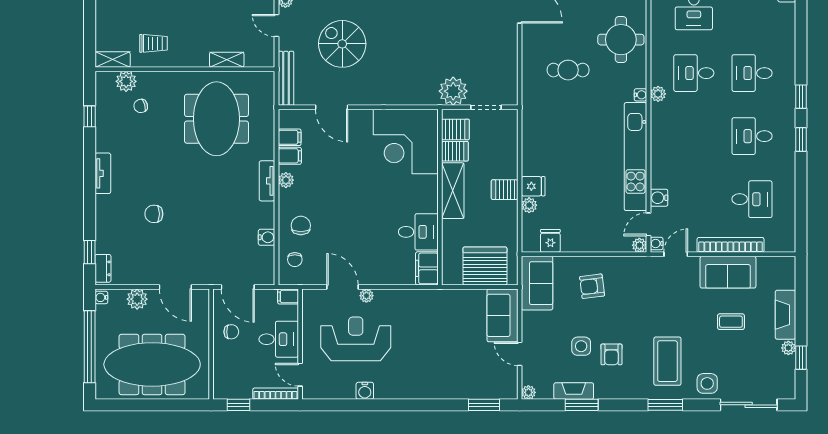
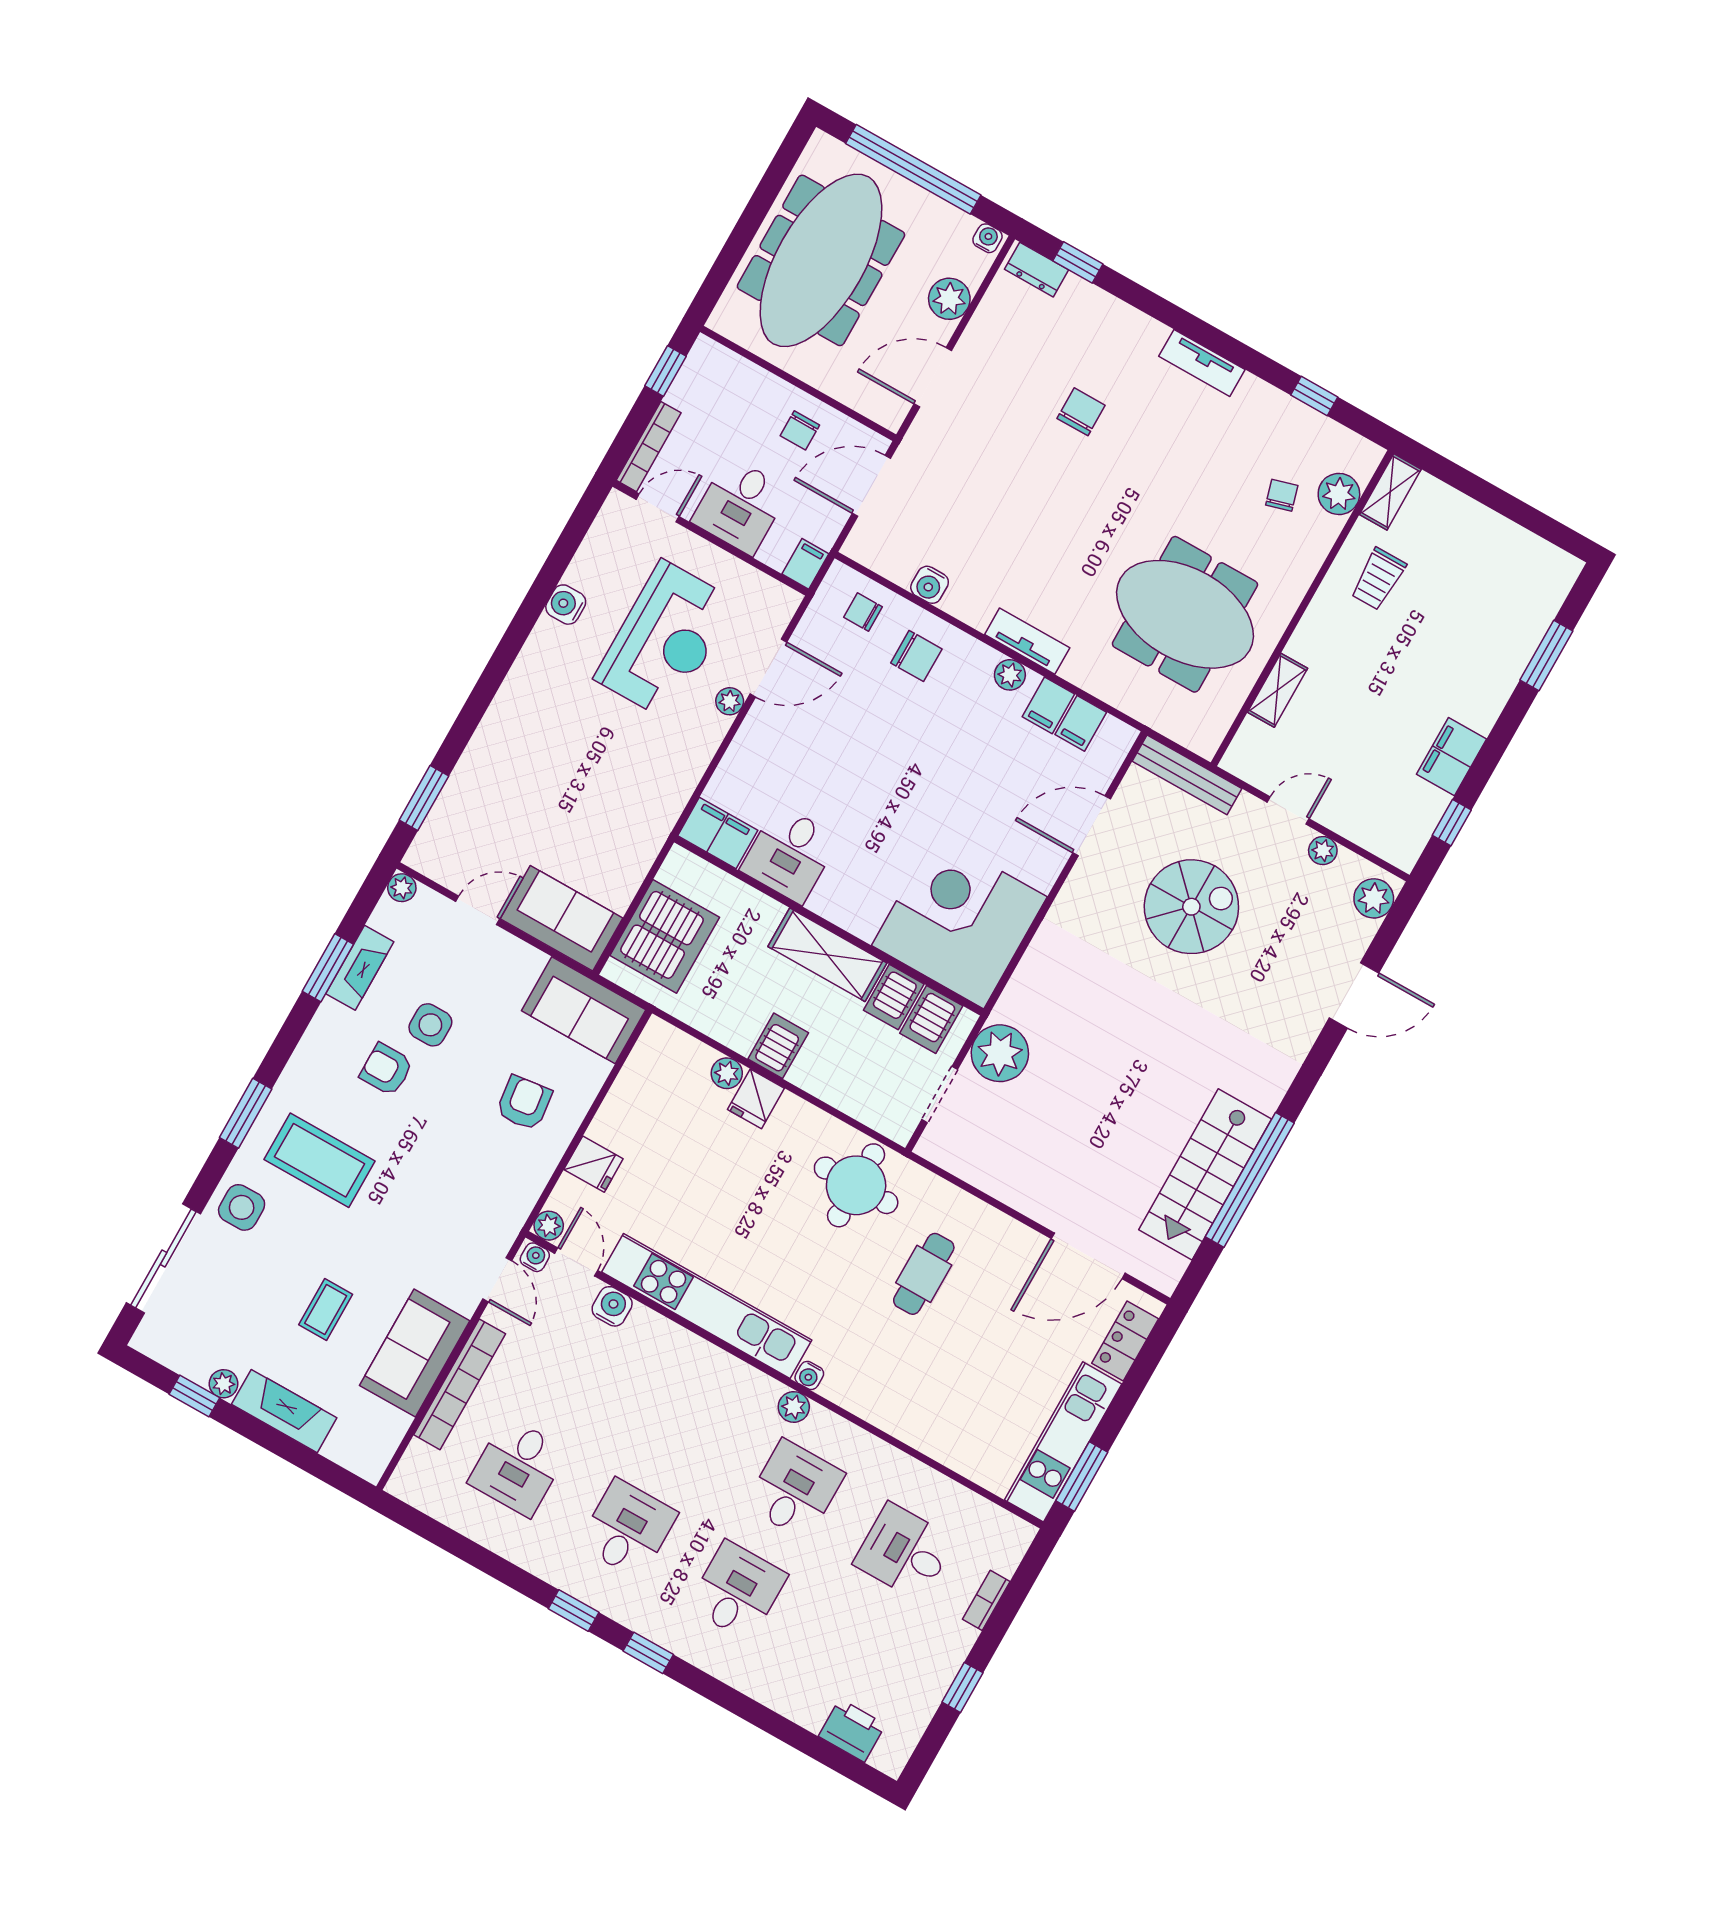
round table: (621, 40) -> (856, 1185), moved
fridge: (550, 241) -> (593, 1164), moved

